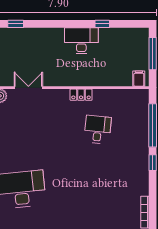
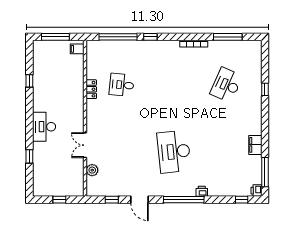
desk: (81, 41) -> (44, 127), moved
locker: (81, 95) -> (91, 89), moved

